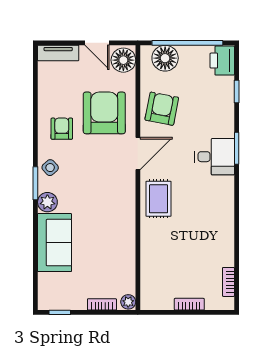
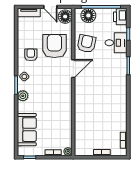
desk: (215, 157) -> (116, 43), moved
rug: (159, 199) -> (85, 94), removed
sofa: (55, 243) -> (27, 130), moved

